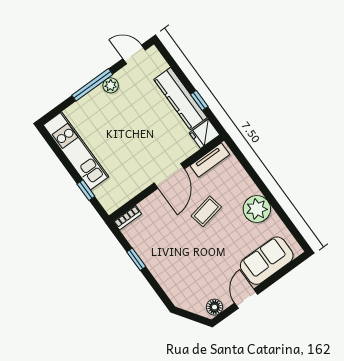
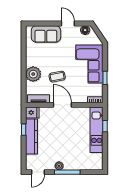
door: (134, 54) -> (38, 172), hinge flipped
kitchen unit: (76, 151) -> (97, 130), moved
door: (169, 176) -> (62, 105), hinge flipped
plant: (257, 209) -> (33, 74), moved
corner sofa: (173, 263) -> (89, 64), added
door: (246, 299) -> (68, 23), swing flipped

